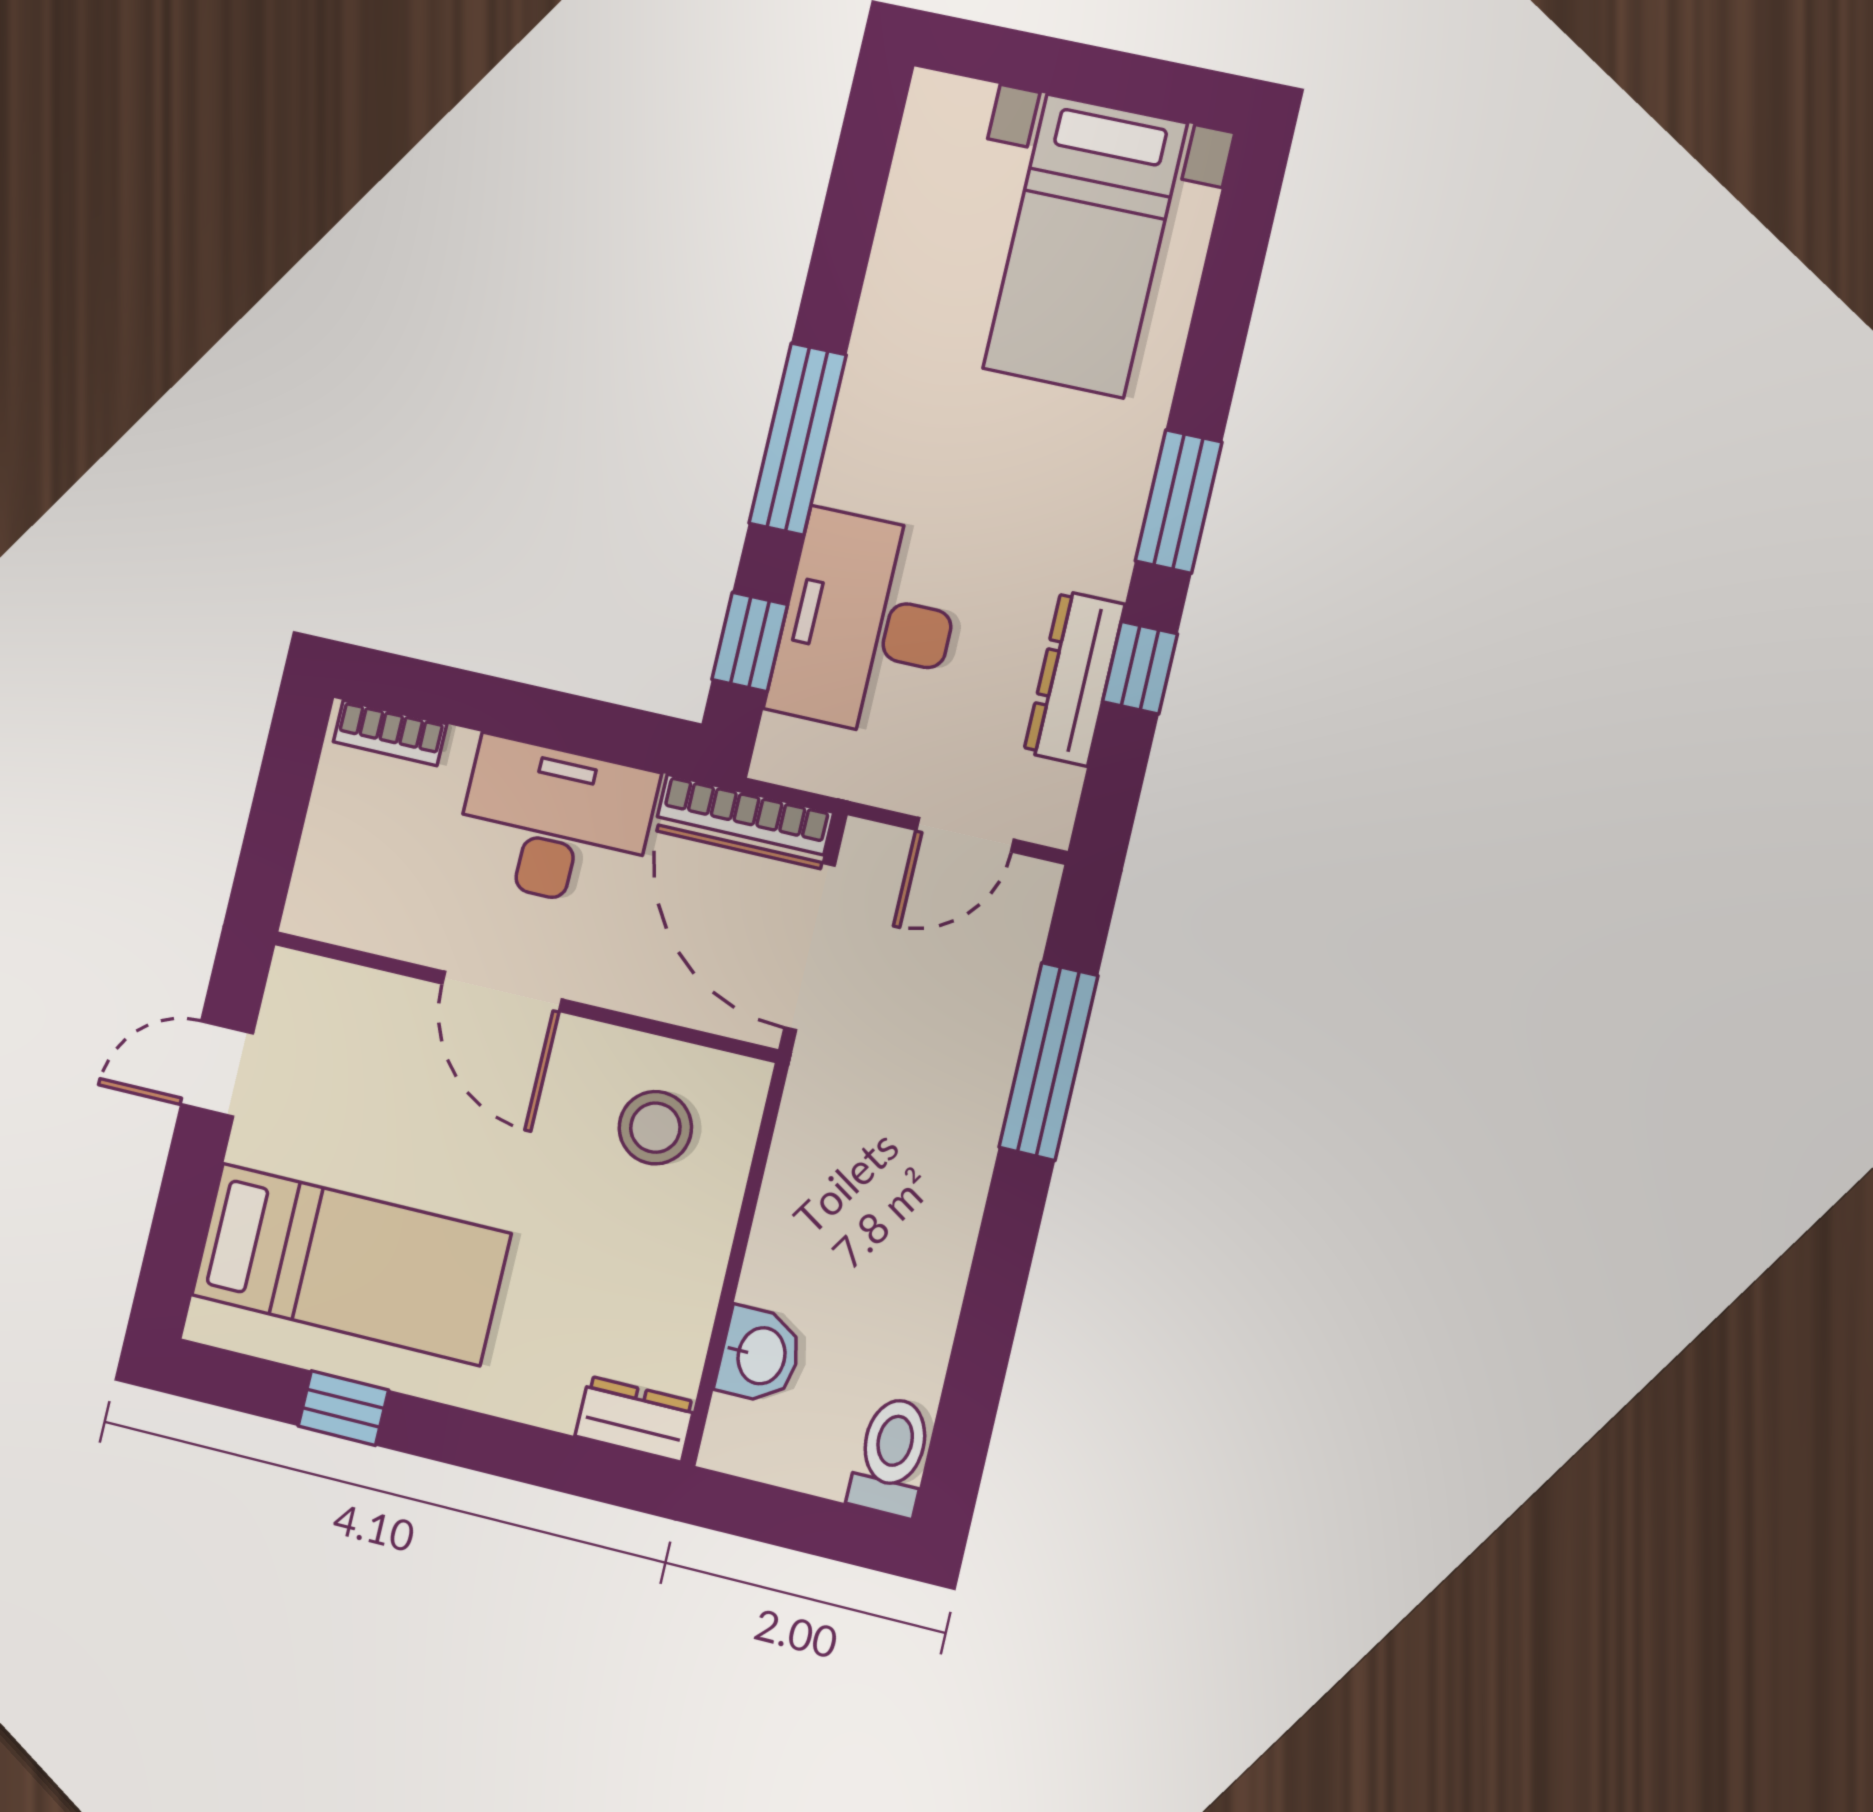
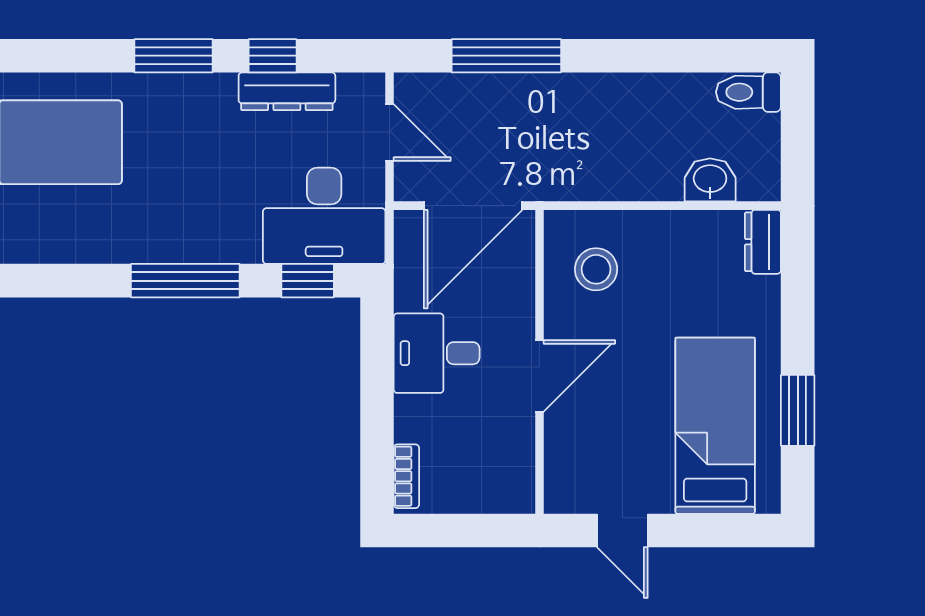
desk: (867, 625) -> (324, 216), moved
bookcase: (745, 814) -> (407, 260), removed
desk: (555, 824) -> (437, 353), width x0.73
window: (343, 1408) -> (798, 410), width x1.50

